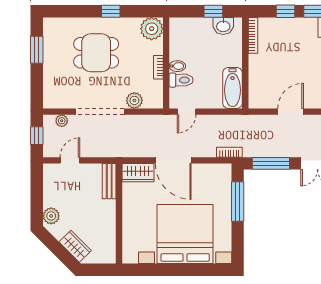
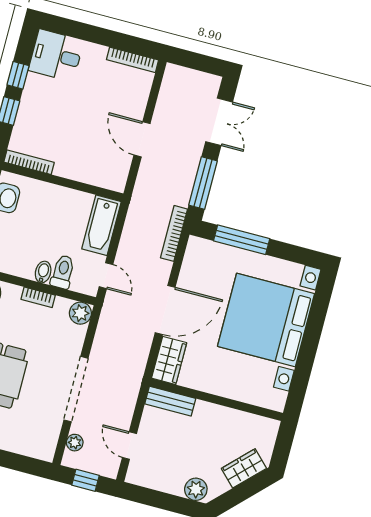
bathtub: (232, 88) -> (101, 225), moved, turned 90
plant: (134, 100) -> (80, 313), moved
bookcase: (229, 152) -> (174, 233), width x1.56

